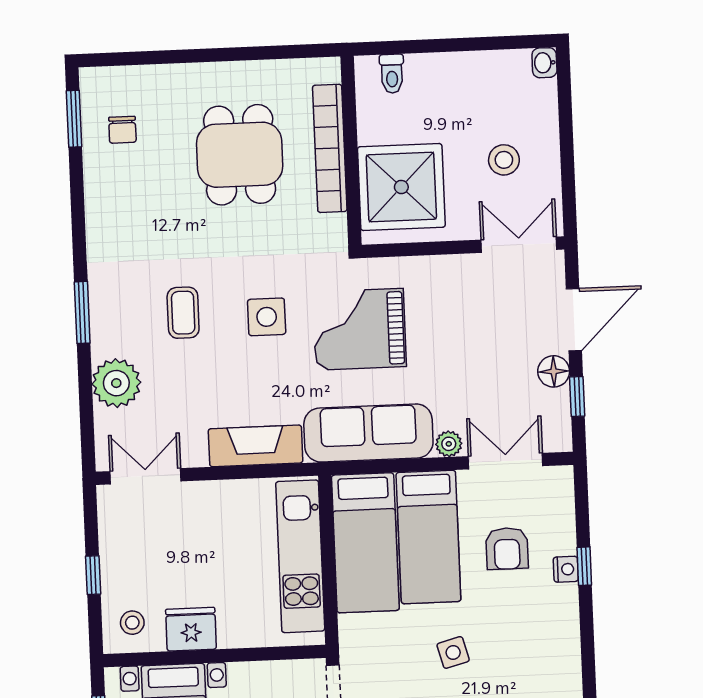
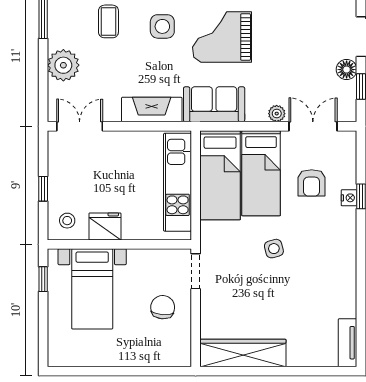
sofa: (368, 433) -> (214, 104), width x0.73

